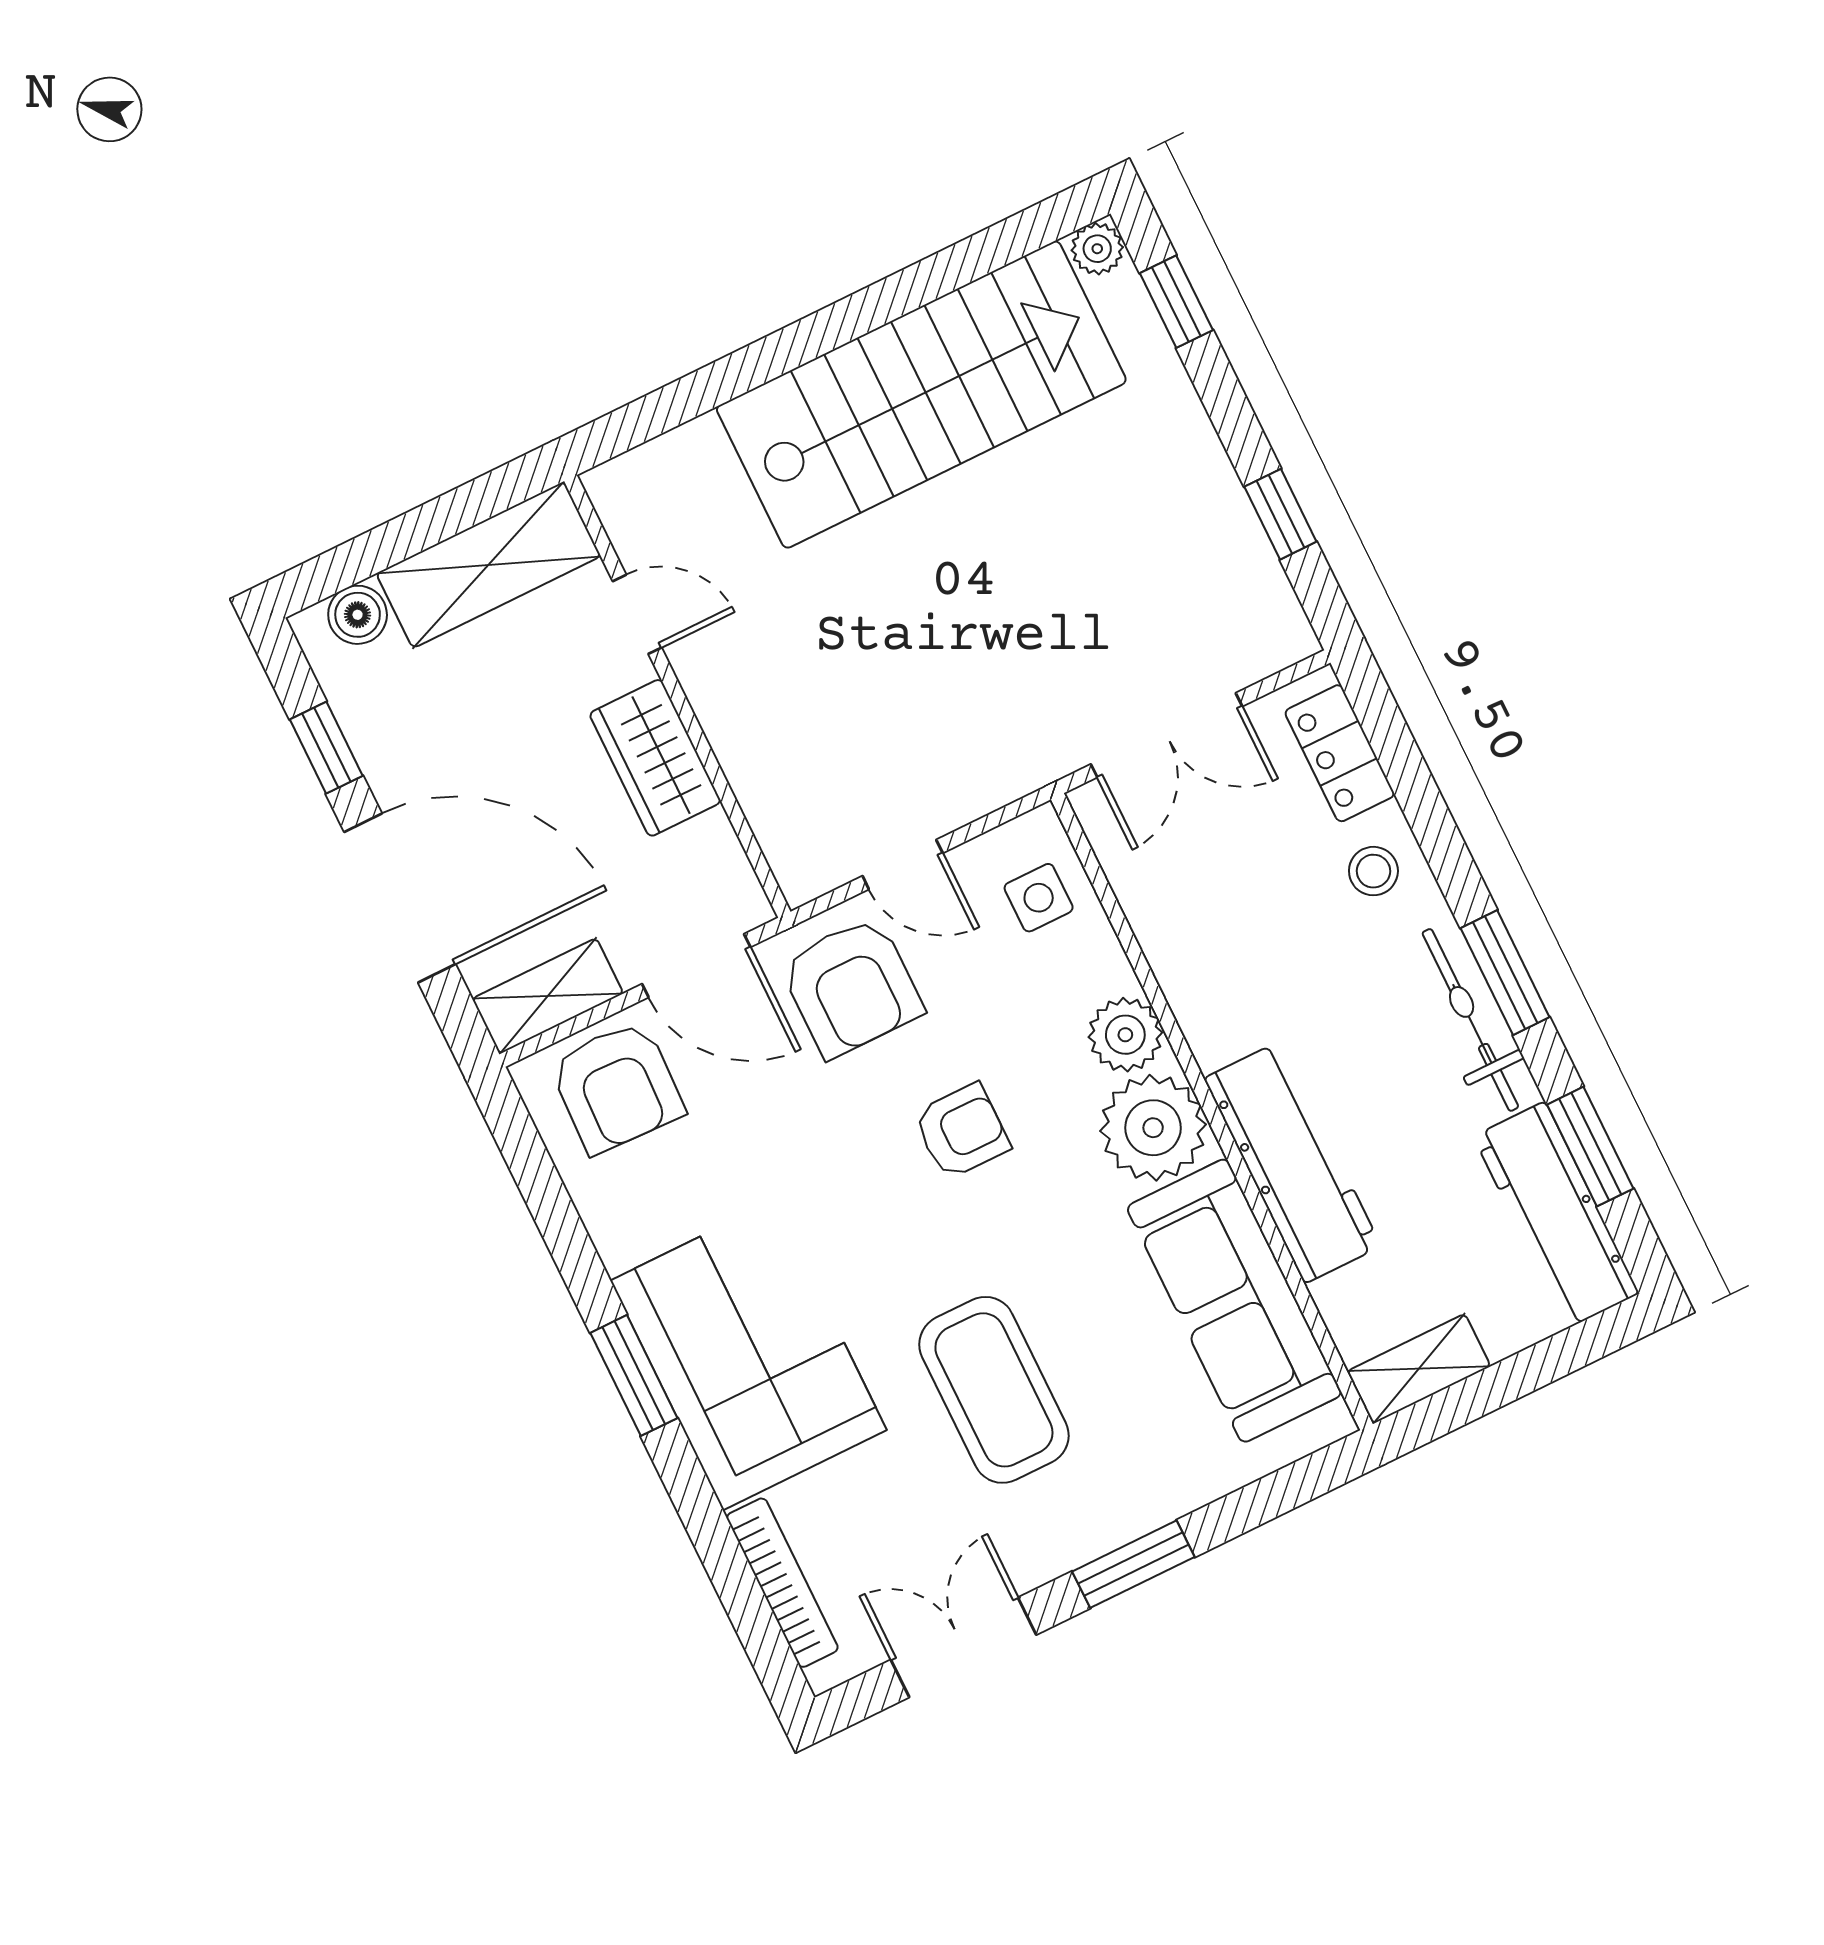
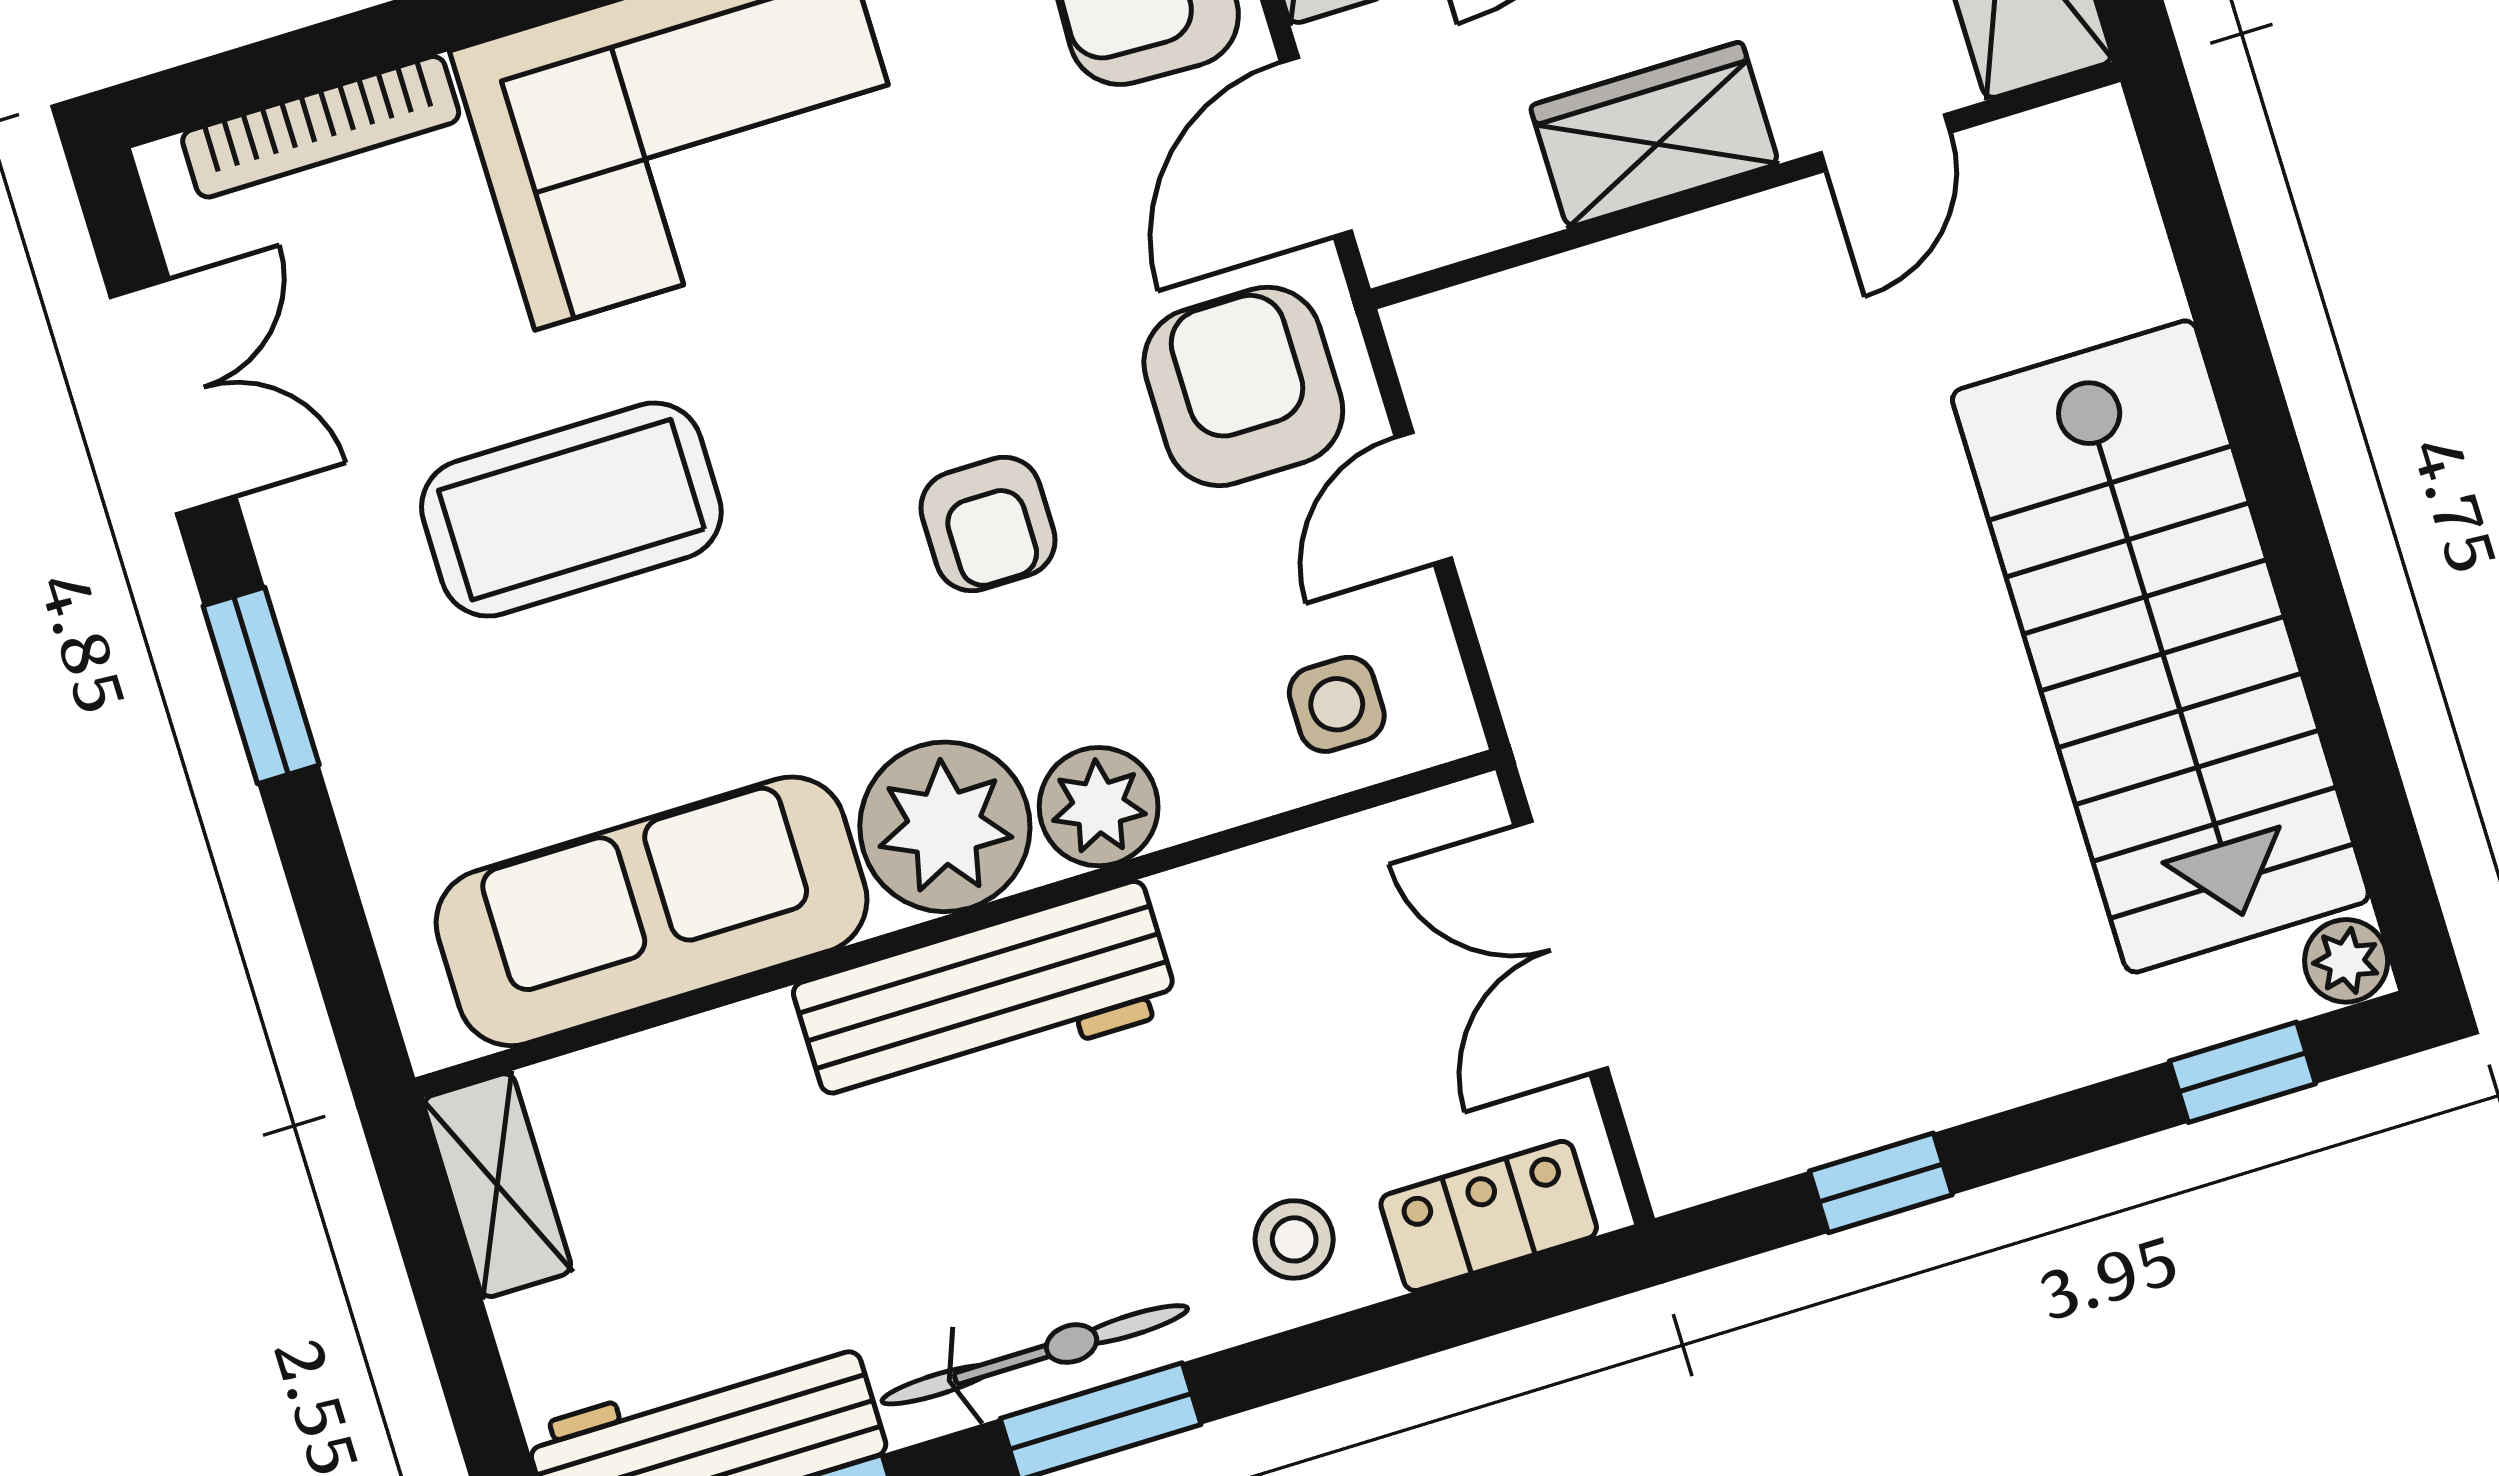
armchair: (851, 987) -> (1243, 386), turned 90
workbench: (1292, 1162) -> (986, 998), moved

